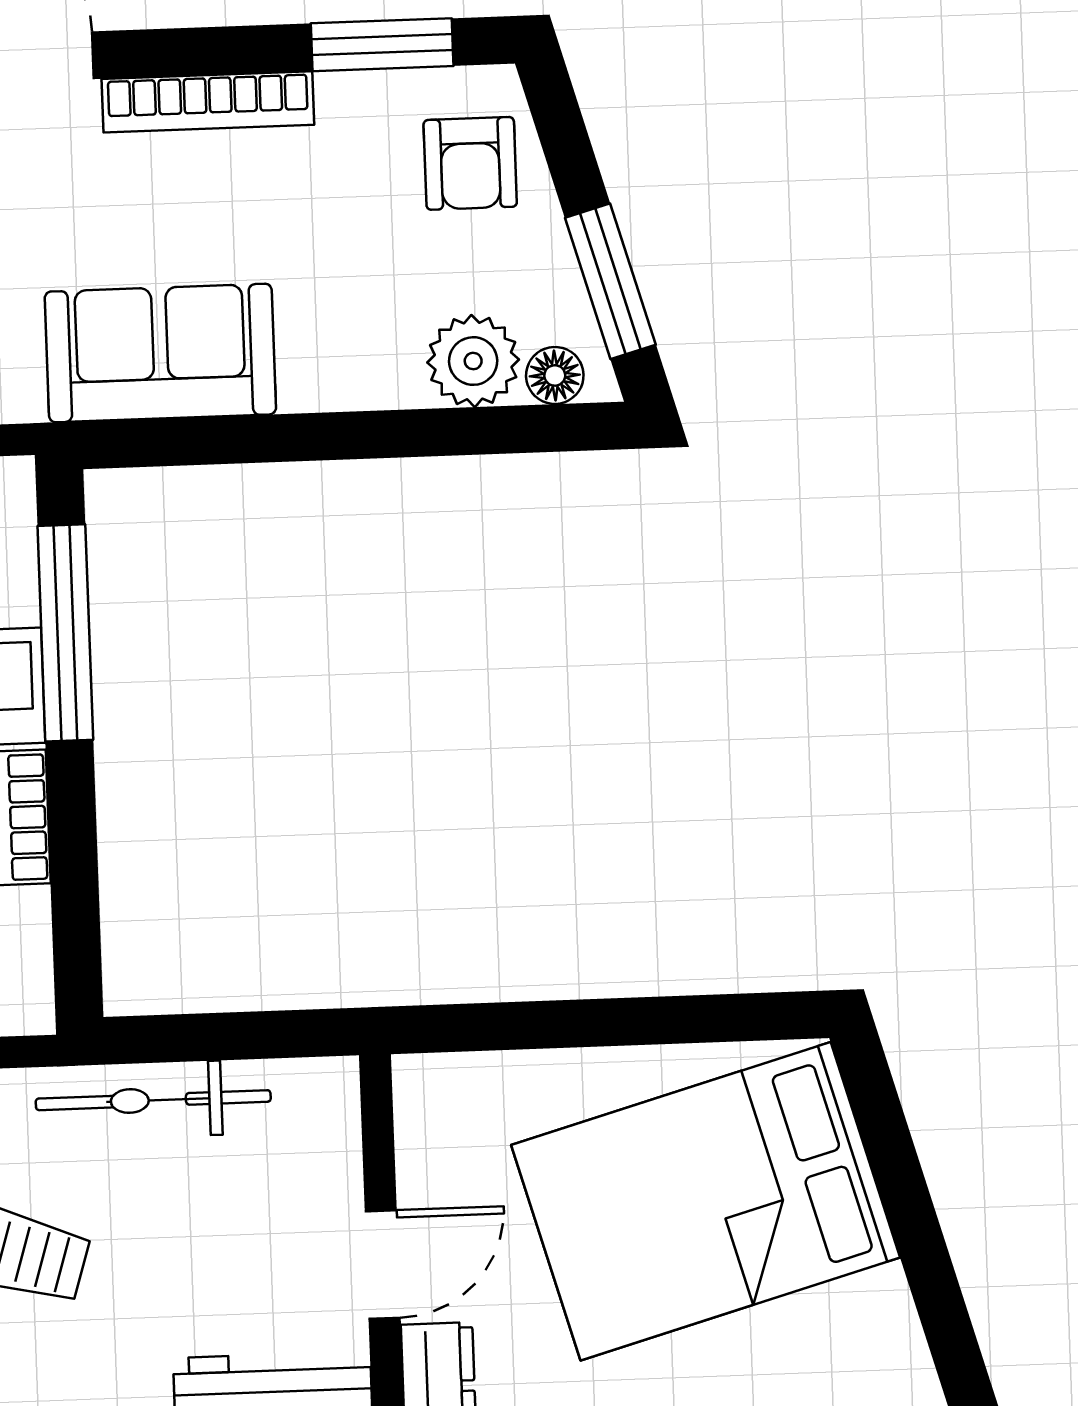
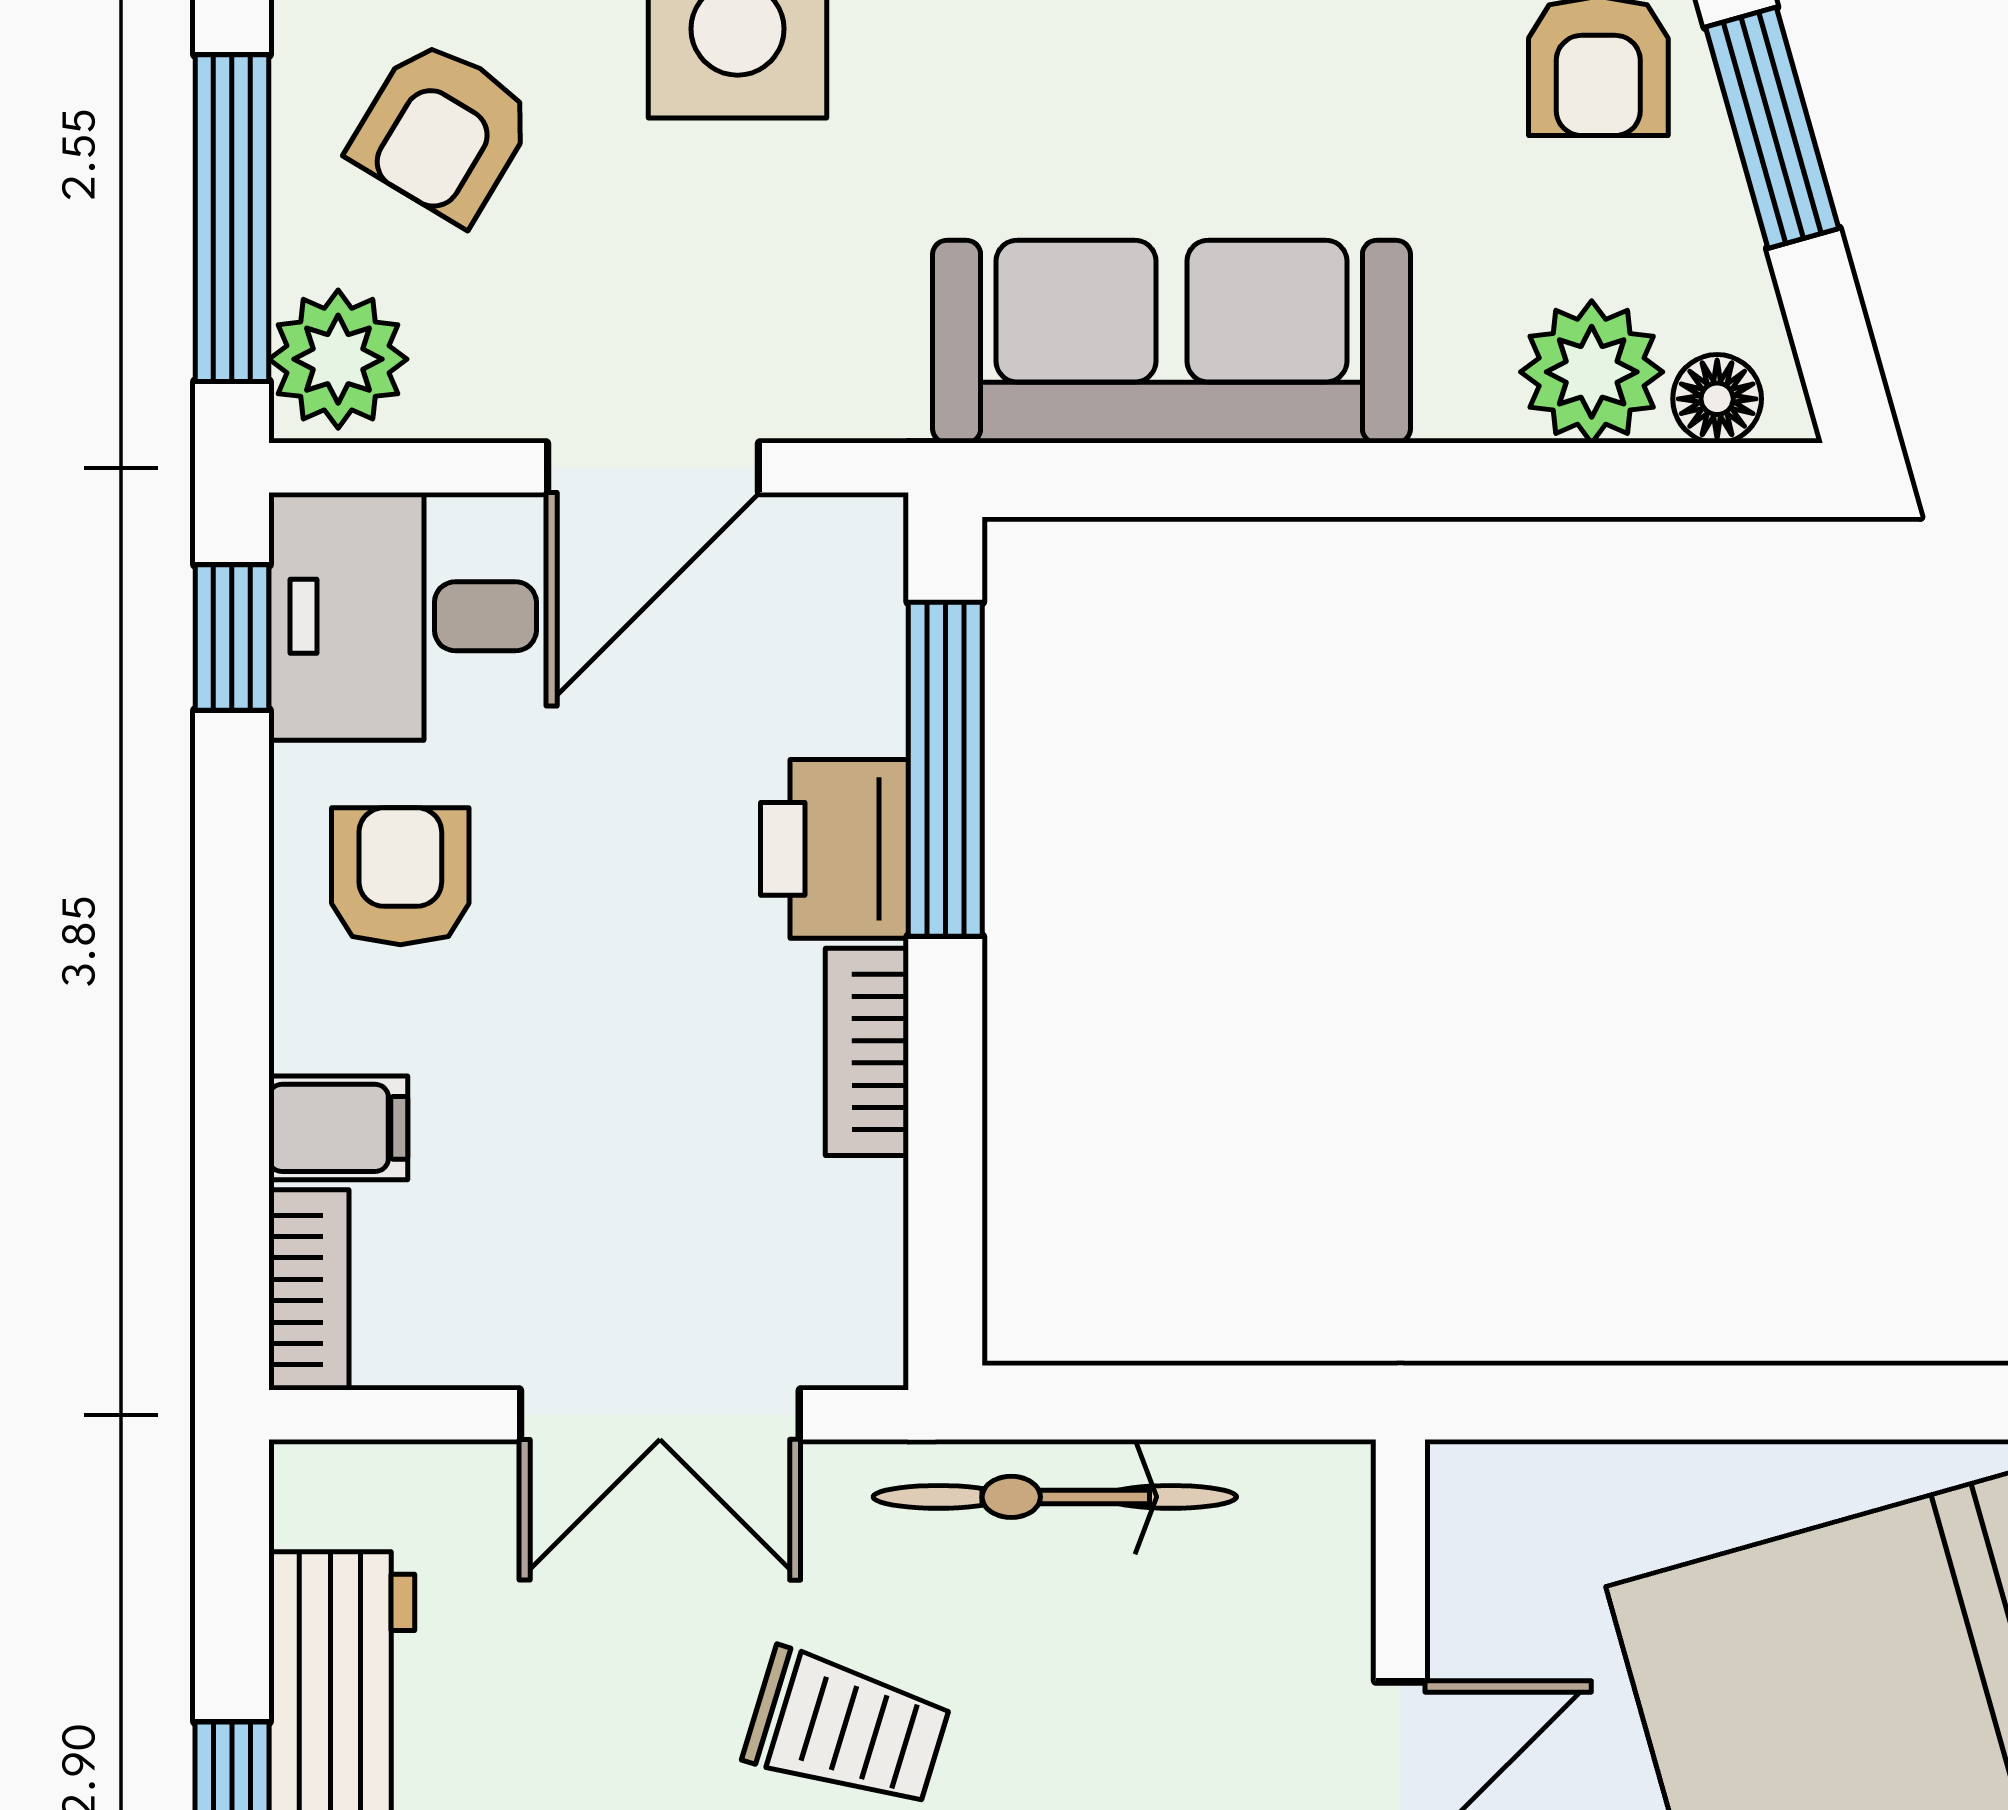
window: (610, 281) -> (1772, 128), moved
sofa: (160, 353) -> (1172, 342), width x1.36

